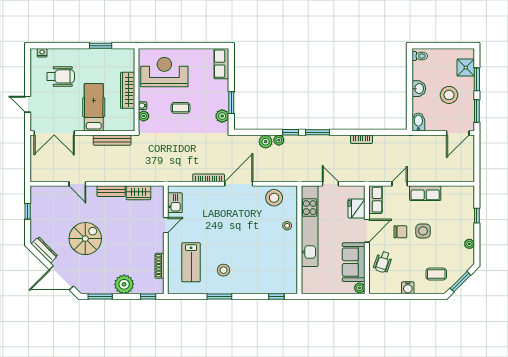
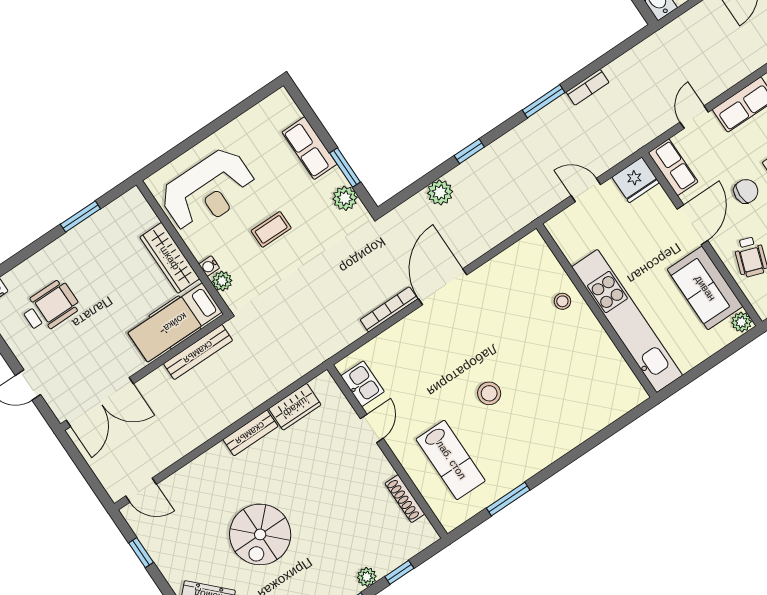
row of seats: (221, 64) -> (309, 148), moved
reception desk: (164, 72) -> (208, 190), turned 180
hospital bed: (94, 107) -> (175, 322), moved, turned -90
window: (318, 132) -> (544, 101), moved
plant: (279, 140) -> (459, 176), removed
door: (77, 184) -> (141, 490), moved
stool: (274, 198) -> (512, 271), removed
fridge: (357, 208) -> (636, 180), moved, turned -90
kitchen unit: (310, 226) -> (627, 321), moved
spiral stairs: (85, 239) -> (260, 534), turned 180
stool: (224, 270) -> (489, 393), moved
plant: (124, 284) -> (367, 577), width x0.53, depth x0.53
window: (148, 296) -> (399, 572), moved
window: (219, 296) -> (508, 499), moved
window: (276, 296) -> (620, 423), removed

